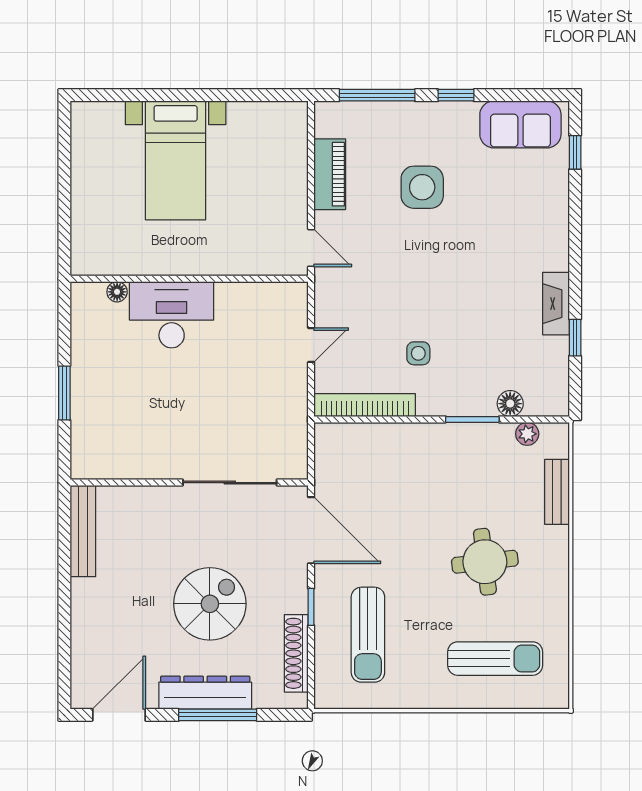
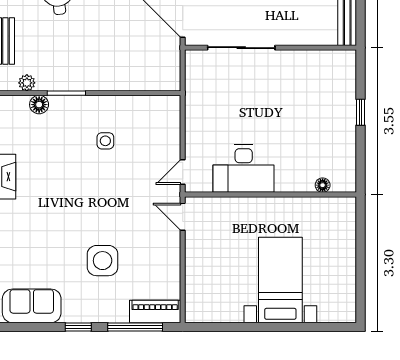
piano: (330, 174) -> (155, 311), moved, turned 90
desk: (172, 315) -> (244, 169), moved
door: (311, 345) -> (183, 172), moved
window: (64, 393) -> (361, 112), width x0.67
bookcase: (365, 405) -> (144, 104), removed

